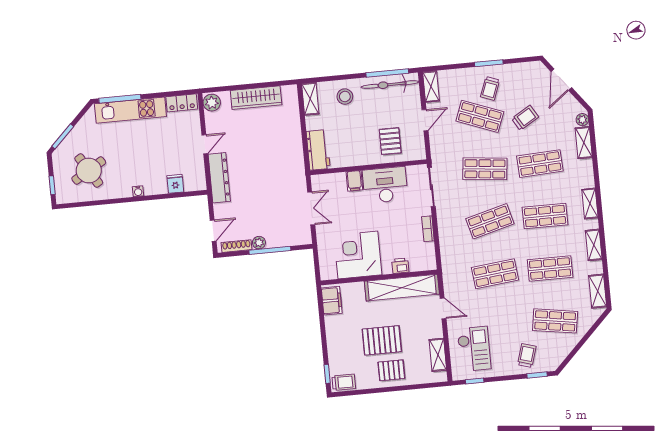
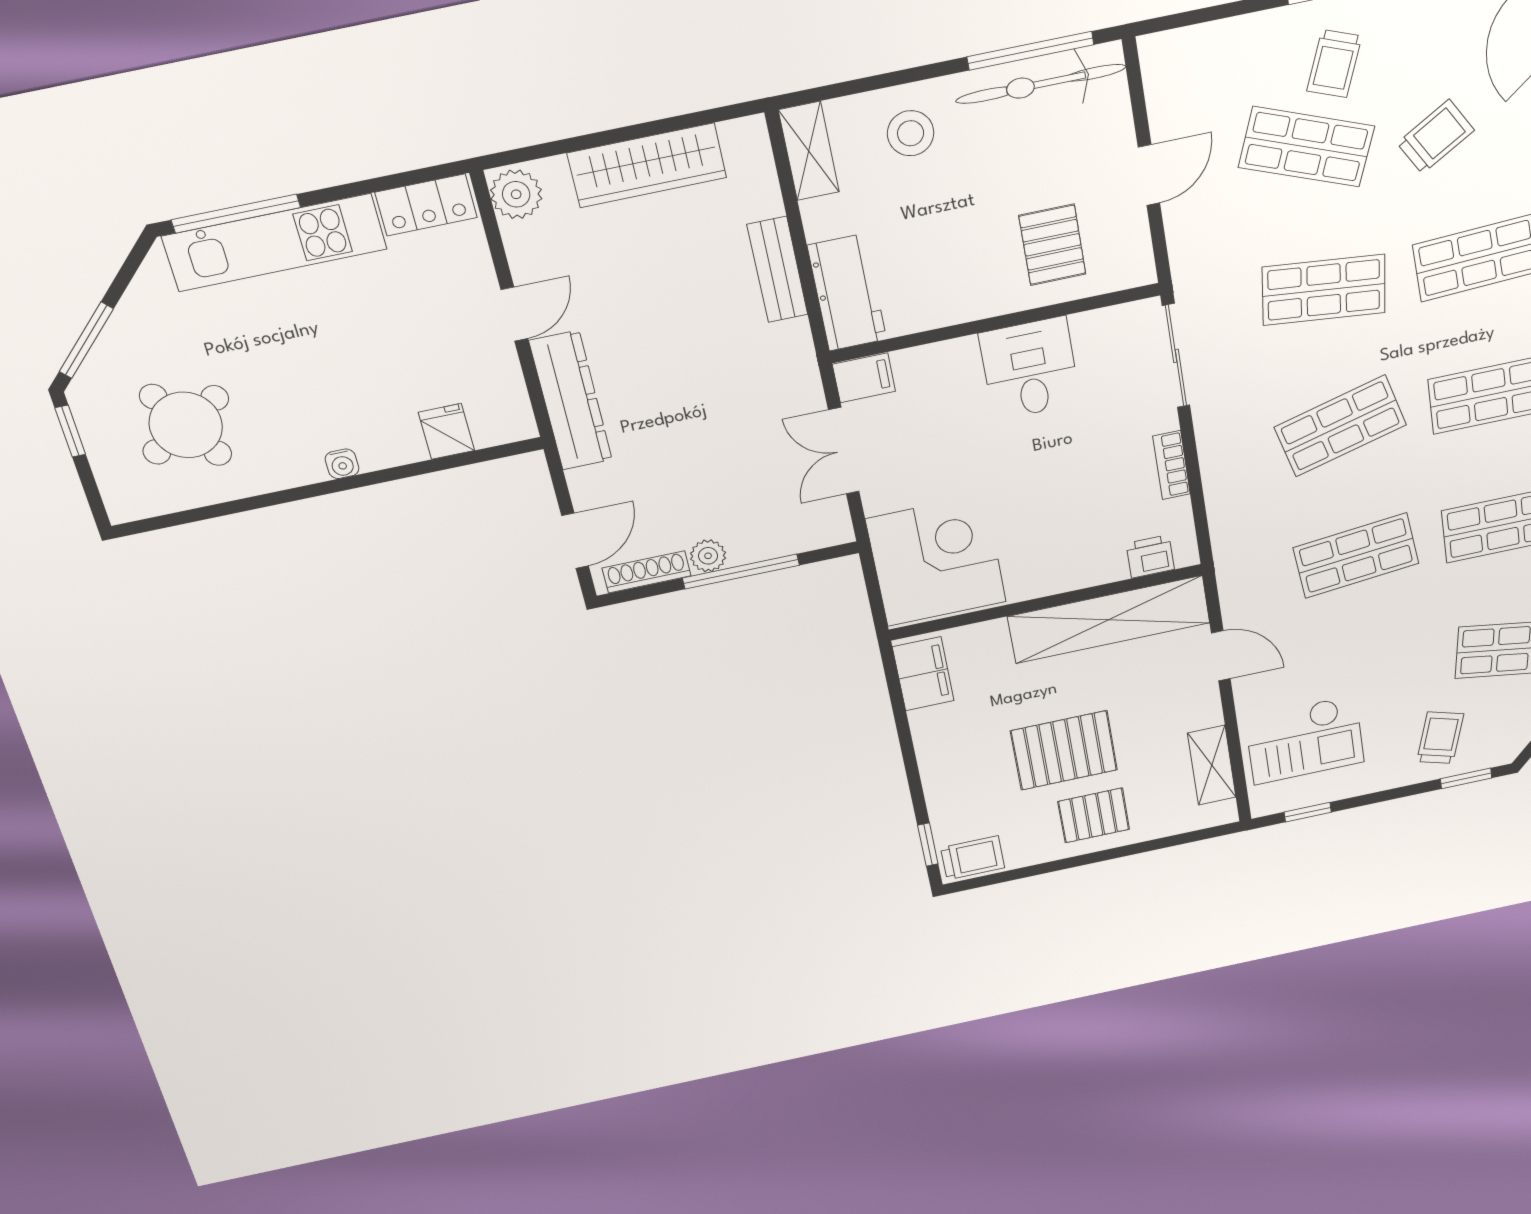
shelving: (431, 87) -> (1162, 77), removed
bench: (295, 139) -> (777, 270), added
filing cabinet: (354, 181) -> (864, 378), moved, turned -90
window: (52, 185) -> (70, 431), moved
desk: (385, 185) -> (1030, 369), width x0.73
double door: (311, 208) -> (844, 451), swing flipped
corner desk: (358, 255) -> (936, 561), moved, turned 90
printer: (400, 266) -> (1150, 556), moved
checkout: (474, 349) -> (1305, 740), turned 90

